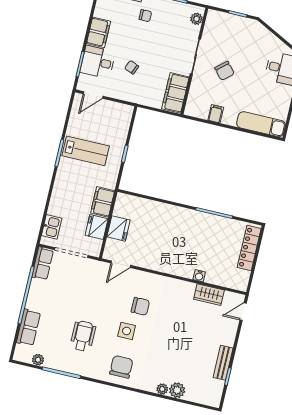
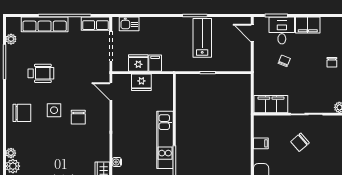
lab bench: (86, 151) -> (202, 38), turned 180
filing cabinet: (103, 202) -> (155, 63), width x0.50
kitchen unit: (187, 217) -> (165, 140), added
row of seats: (29, 327) -> (45, 24), width x1.48

